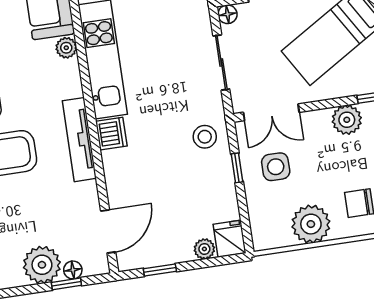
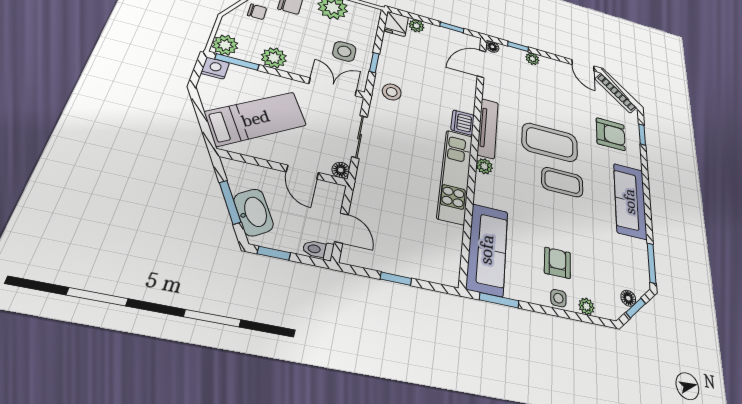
plant: (66, 48) -> (484, 166), moved
plant: (42, 265) -> (532, 59), width x0.53, depth x0.53
floor lamp: (73, 270) -> (492, 47), moved

